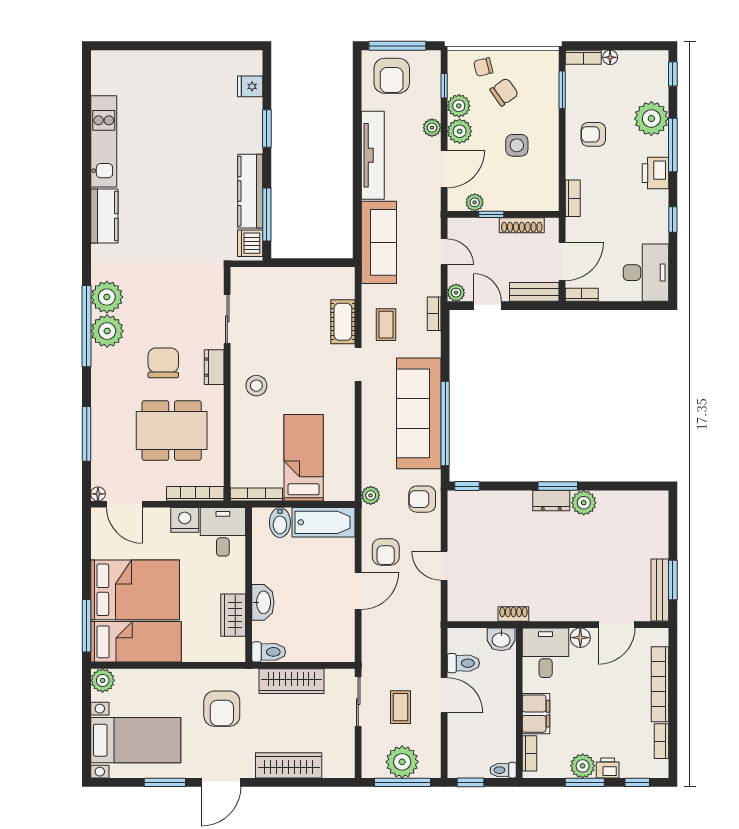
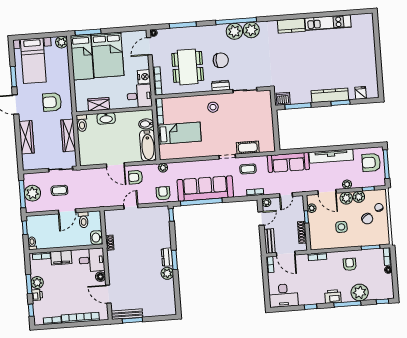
kitchen counter: (250, 191) -> (330, 95), moved

